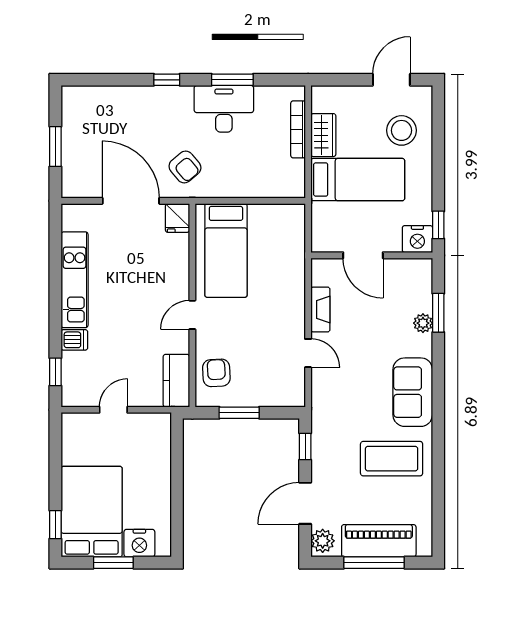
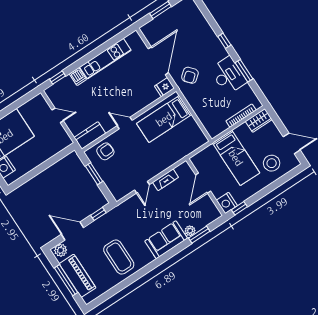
wardrobe: (323, 135) -> (259, 120), moved
sofa: (413, 392) -> (166, 240), moved

